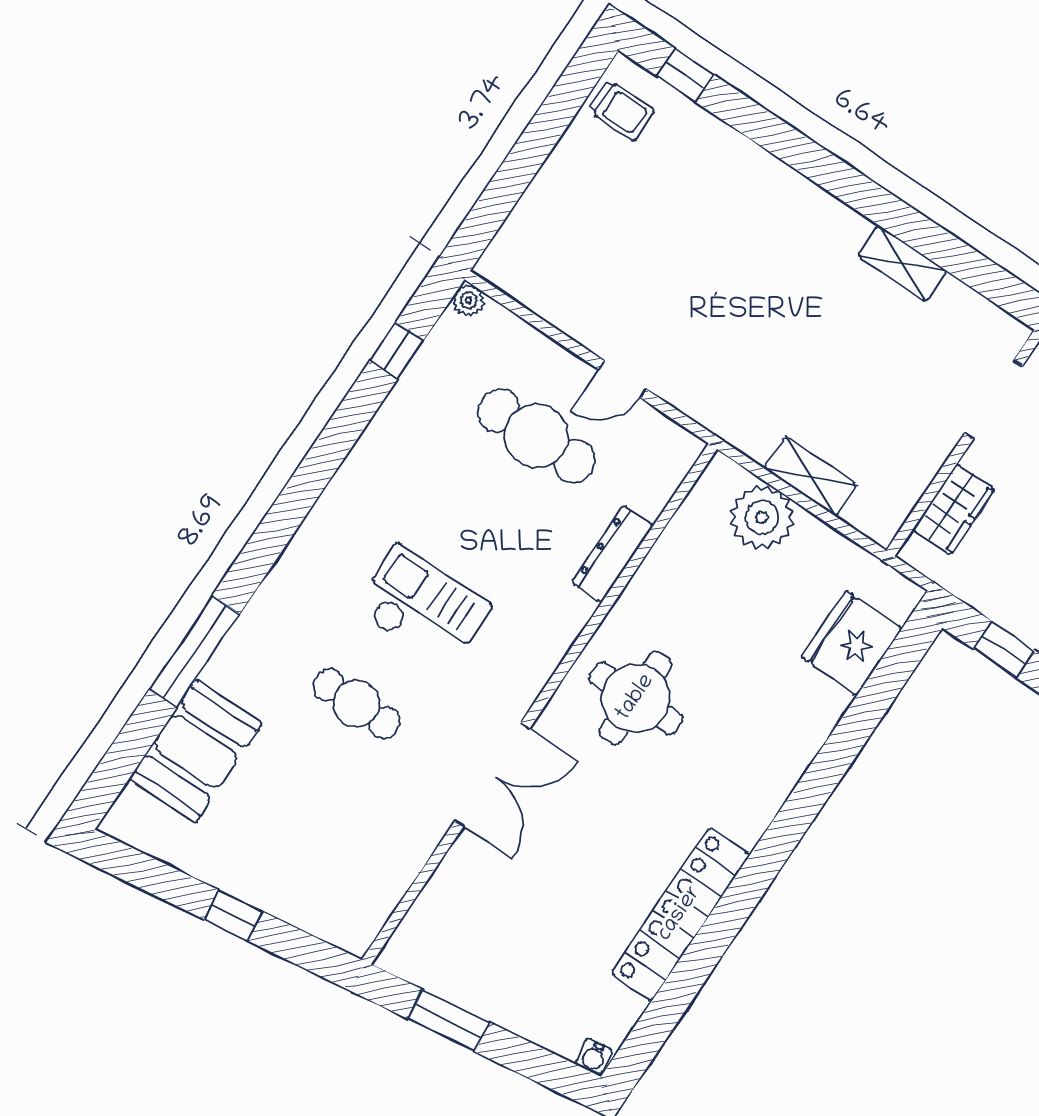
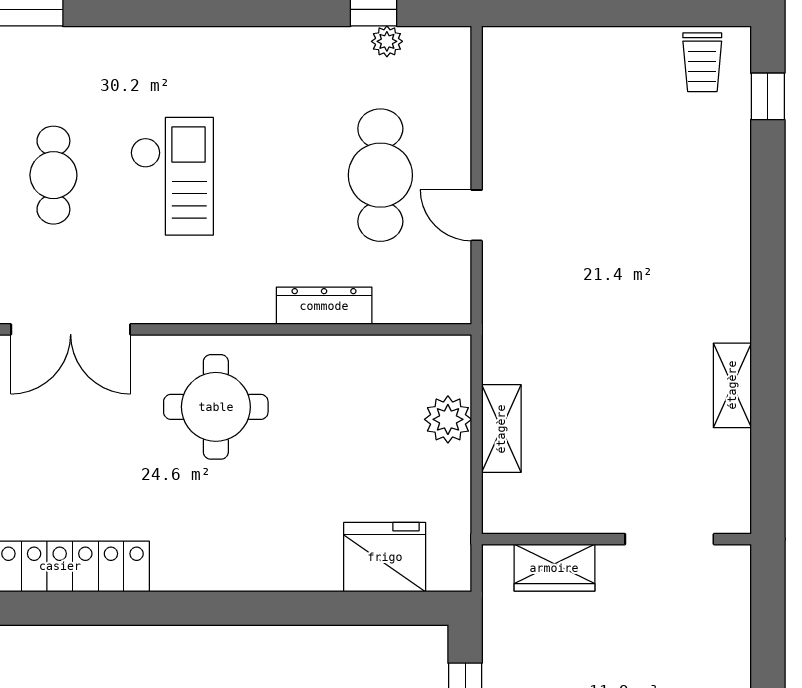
plant: (469, 300) -> (387, 41), moved
plant: (762, 517) -> (448, 419), width x0.73, depth x0.73

